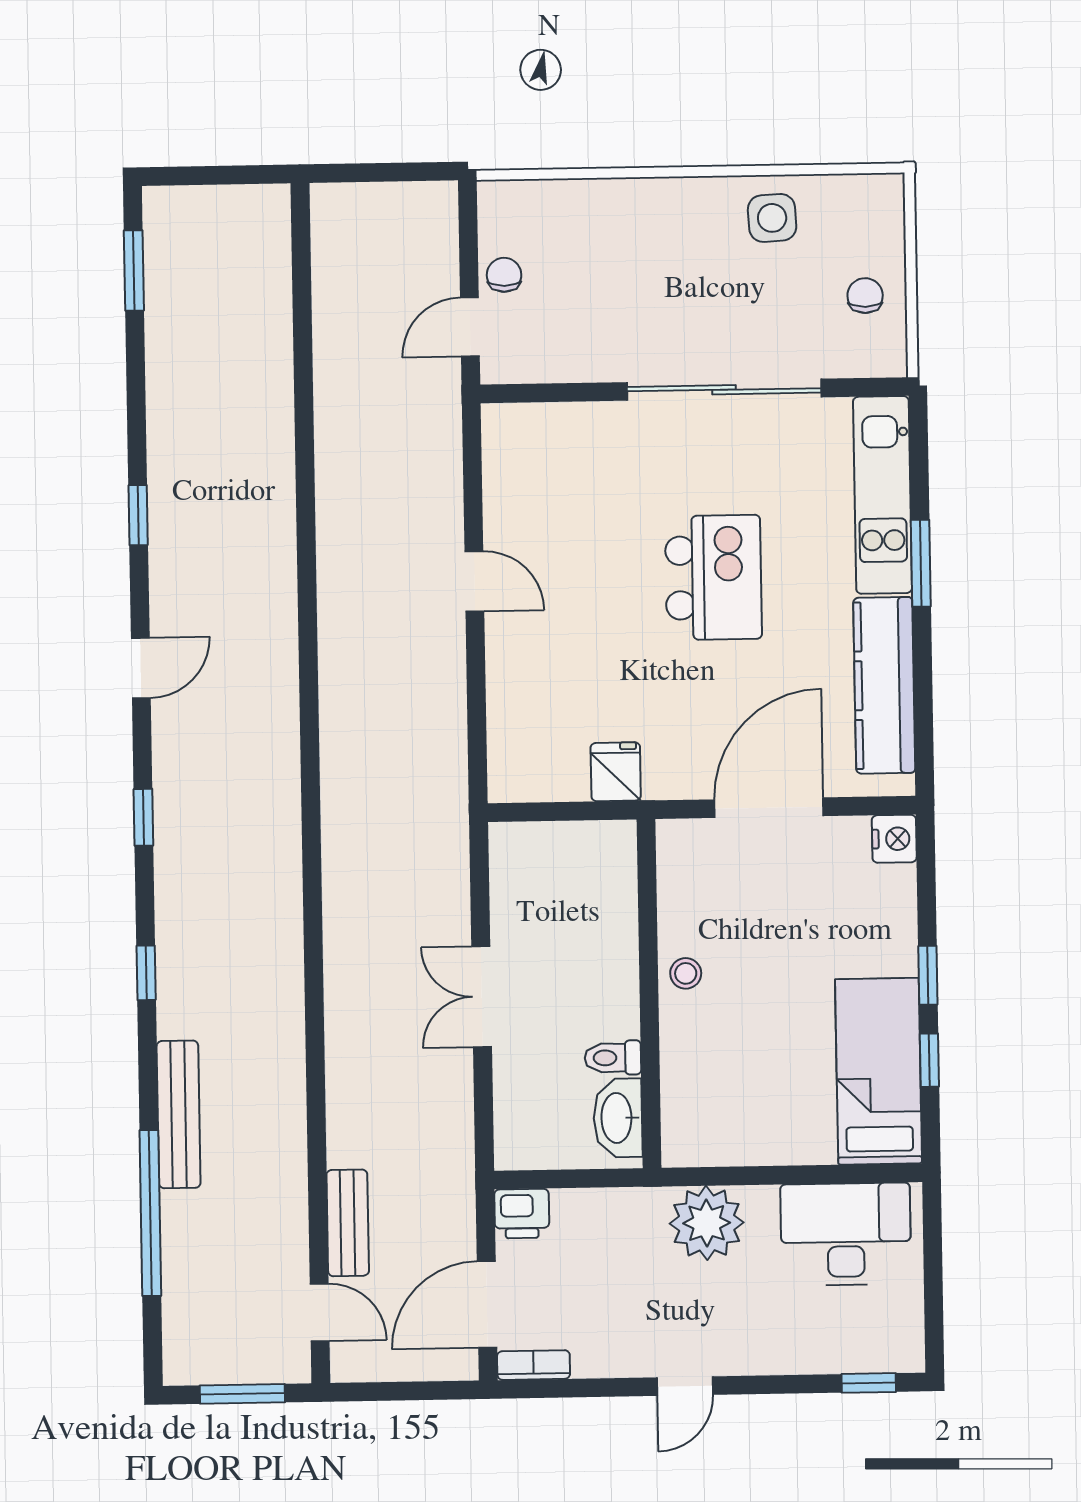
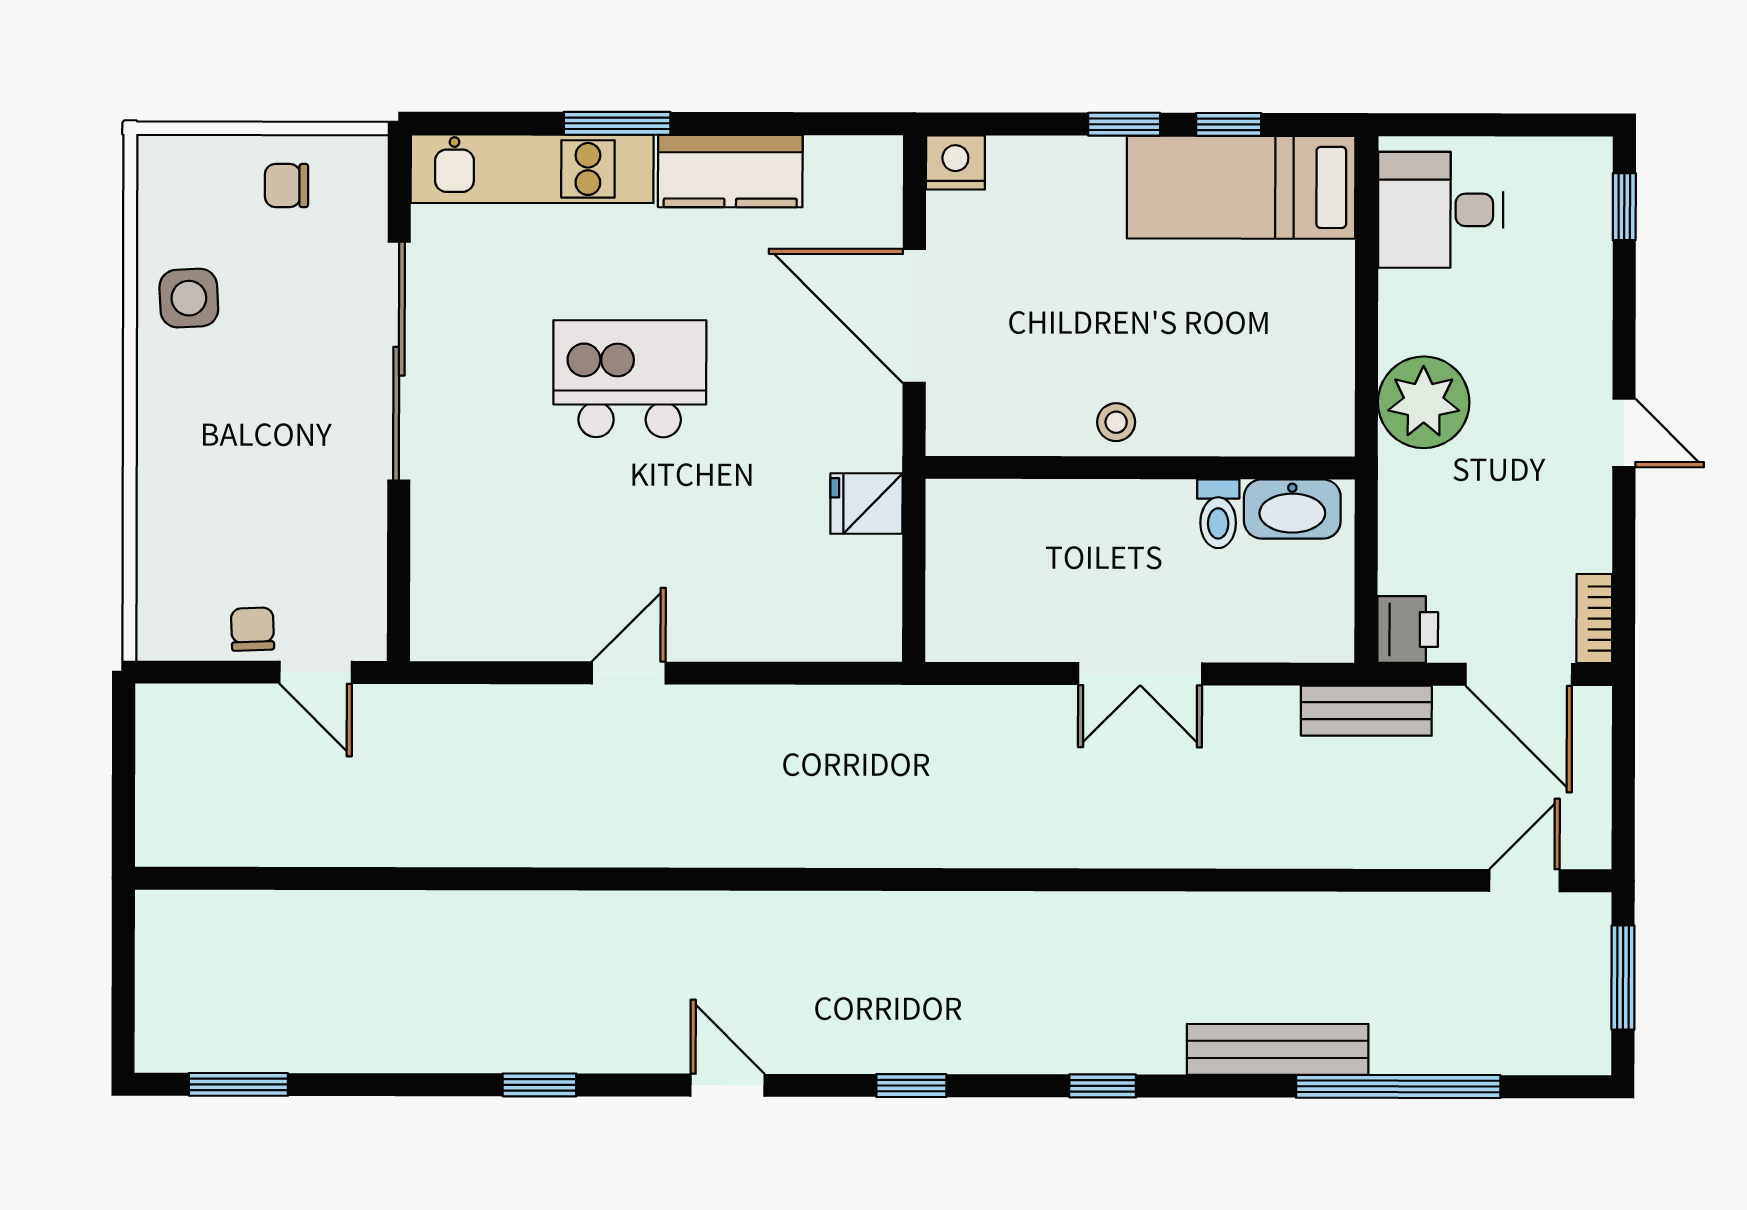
chair: (504, 275) -> (252, 629), turned 88
kitchen counter: (884, 685) -> (730, 171), width x0.67
bench: (348, 1223) -> (1366, 711), moved
desk: (846, 1234) -> (1441, 210), width x0.73

